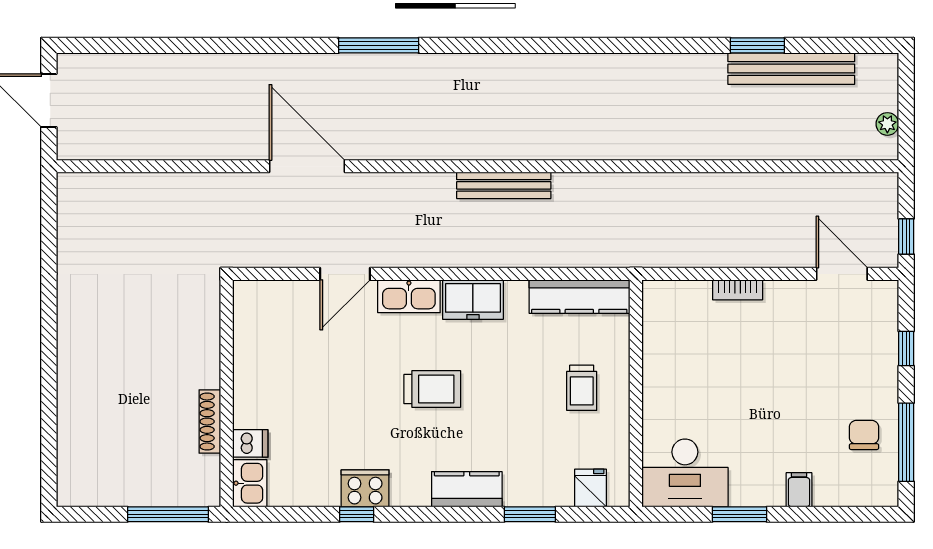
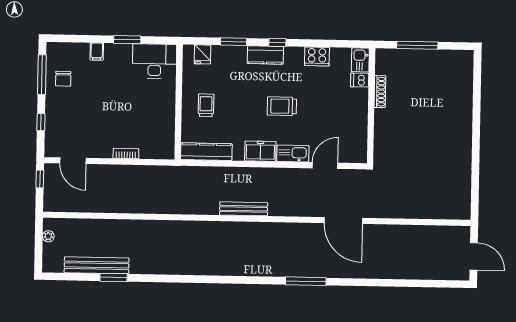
wall: (227, 393) -> (371, 106), moved
shoe rack: (210, 422) -> (380, 92), moved
dishwasher: (250, 443) -> (360, 80), moved
kitchen sink: (250, 483) -> (360, 60), moved
window: (357, 514) -> (277, 43), moved

